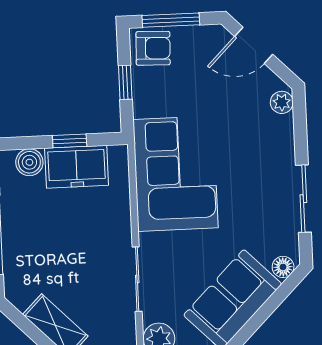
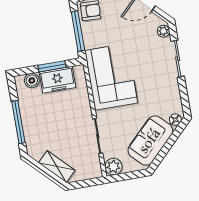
window: (125, 82) -> (78, 31), width x2.17
window: (70, 141) -> (52, 66), width x1.50
sliding door: (303, 199) -> (178, 59), moved

